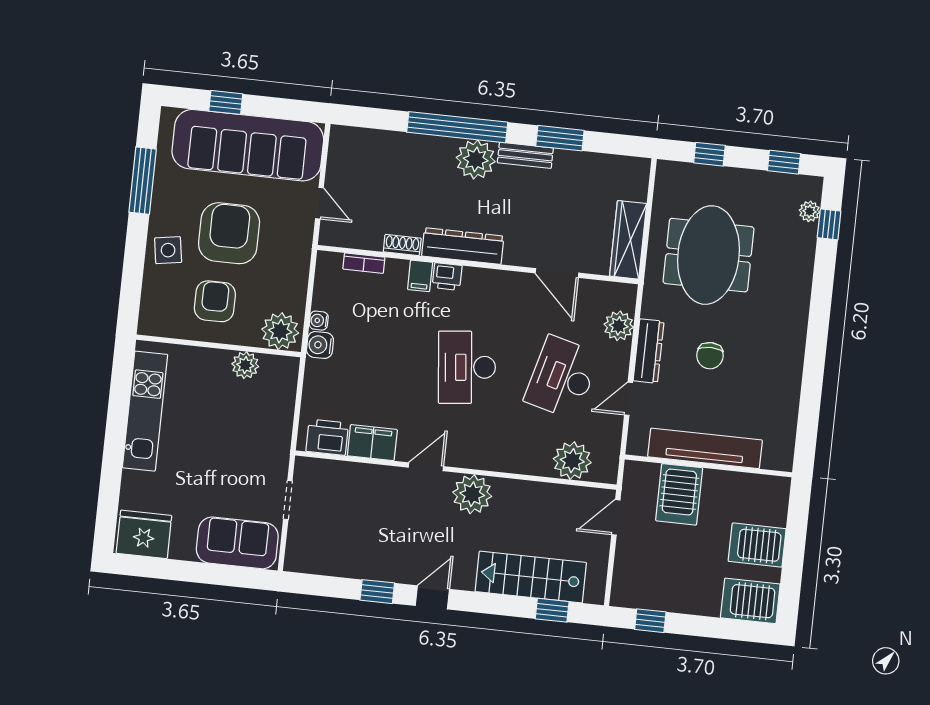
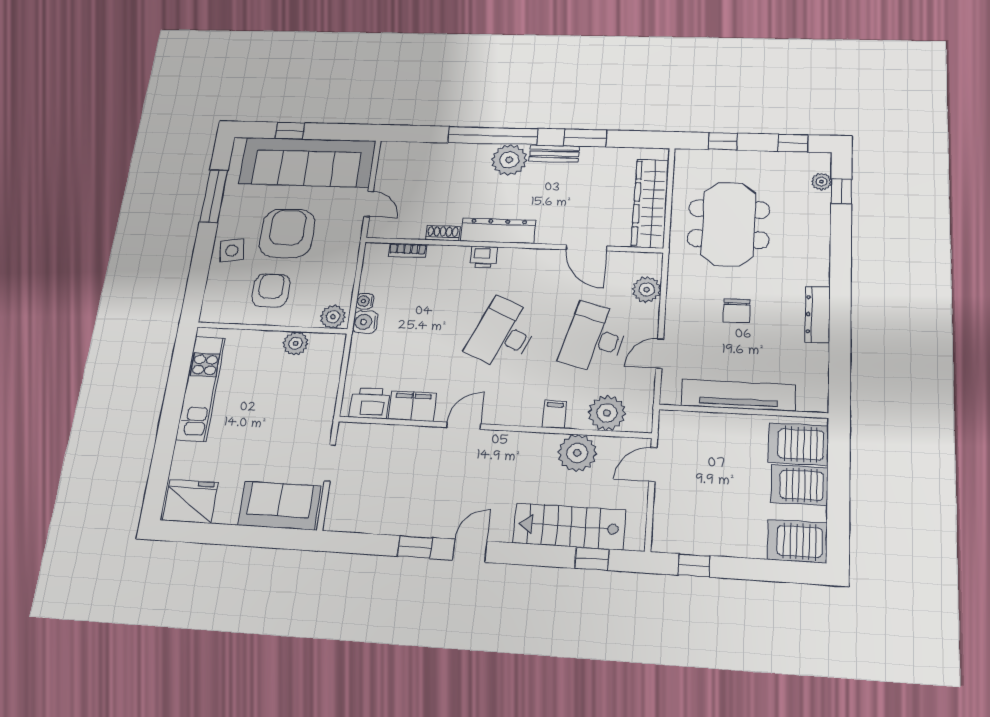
wardrobe: (628, 240) -> (650, 203), width x1.40, depth x1.17
filing cabinet: (420, 276) -> (554, 414), moved, turned 180
plant: (280, 331) -> (333, 317), width x0.73, depth x0.73
dresser: (649, 351) -> (818, 315), moved, turned 180
desk: (467, 367) -> (503, 334), turned 30
plant: (472, 494) -> (577, 453), moved
server rack: (679, 494) -> (798, 444), moved, turned 90

